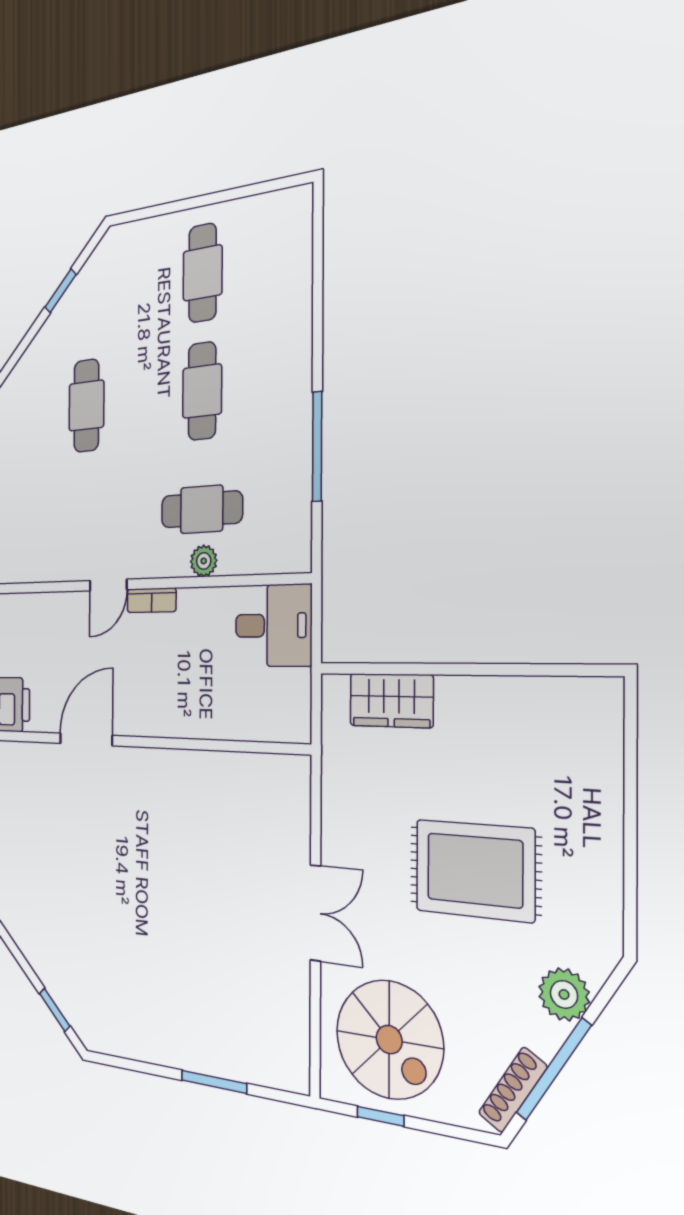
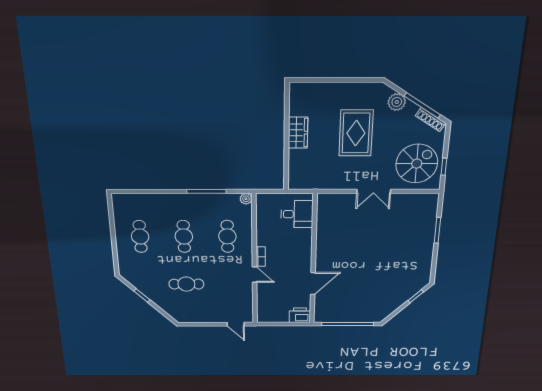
cafe table: (203, 273) -> (140, 237), turned 90
cafe table: (202, 391) -> (184, 236), turned 90
plant: (204, 561) -> (246, 199), moved
desk: (273, 625) -> (297, 214), moved, turned 90
wardrobe: (391, 700) -> (298, 133), moved
door: (86, 739) -> (313, 283), swing flipped
double door: (316, 913) -> (374, 191), swing flipped

